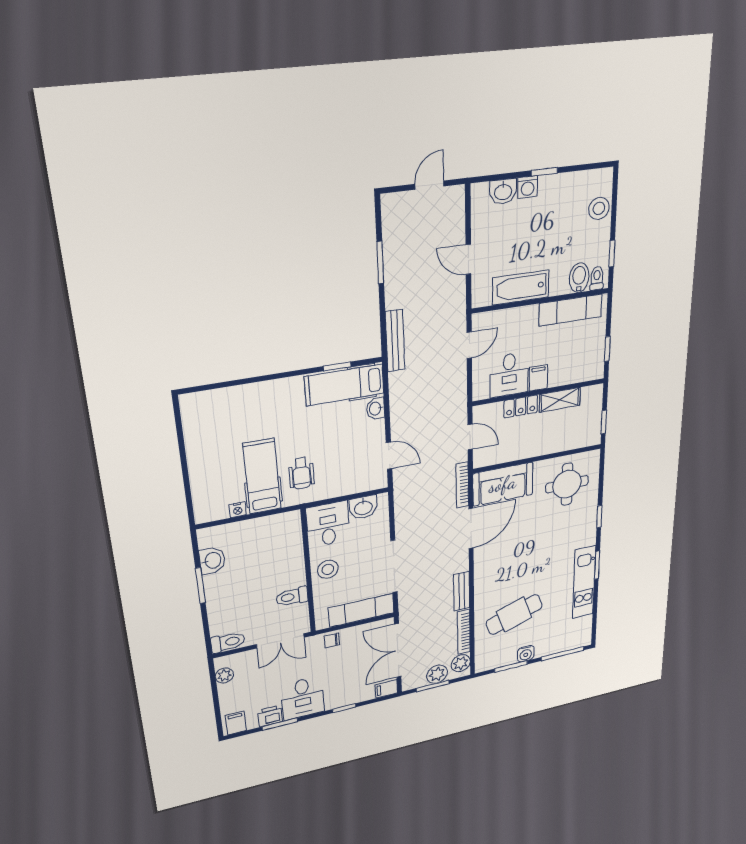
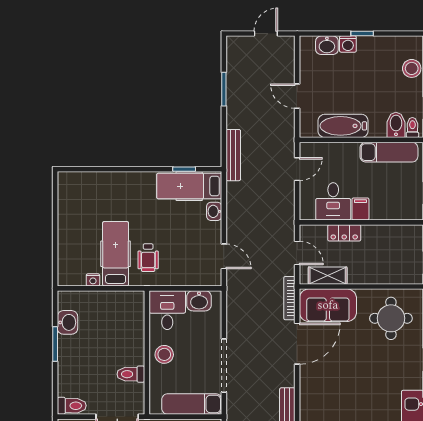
shelving: (560, 400) -> (328, 276), moved

